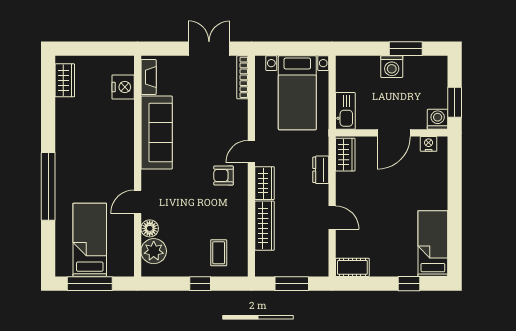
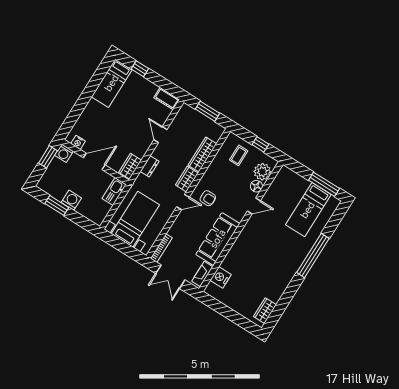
fireplace: (149, 77) -> (202, 274), moved
nightstand: (123, 87) -> (221, 277), moved
sofa: (157, 133) -> (218, 239), moved
wall: (138, 166) -> (241, 227), moved
door: (138, 202) -> (254, 206), moved
floor lamp: (150, 228) -> (256, 186), moved
plant: (154, 251) -> (262, 172), moved

